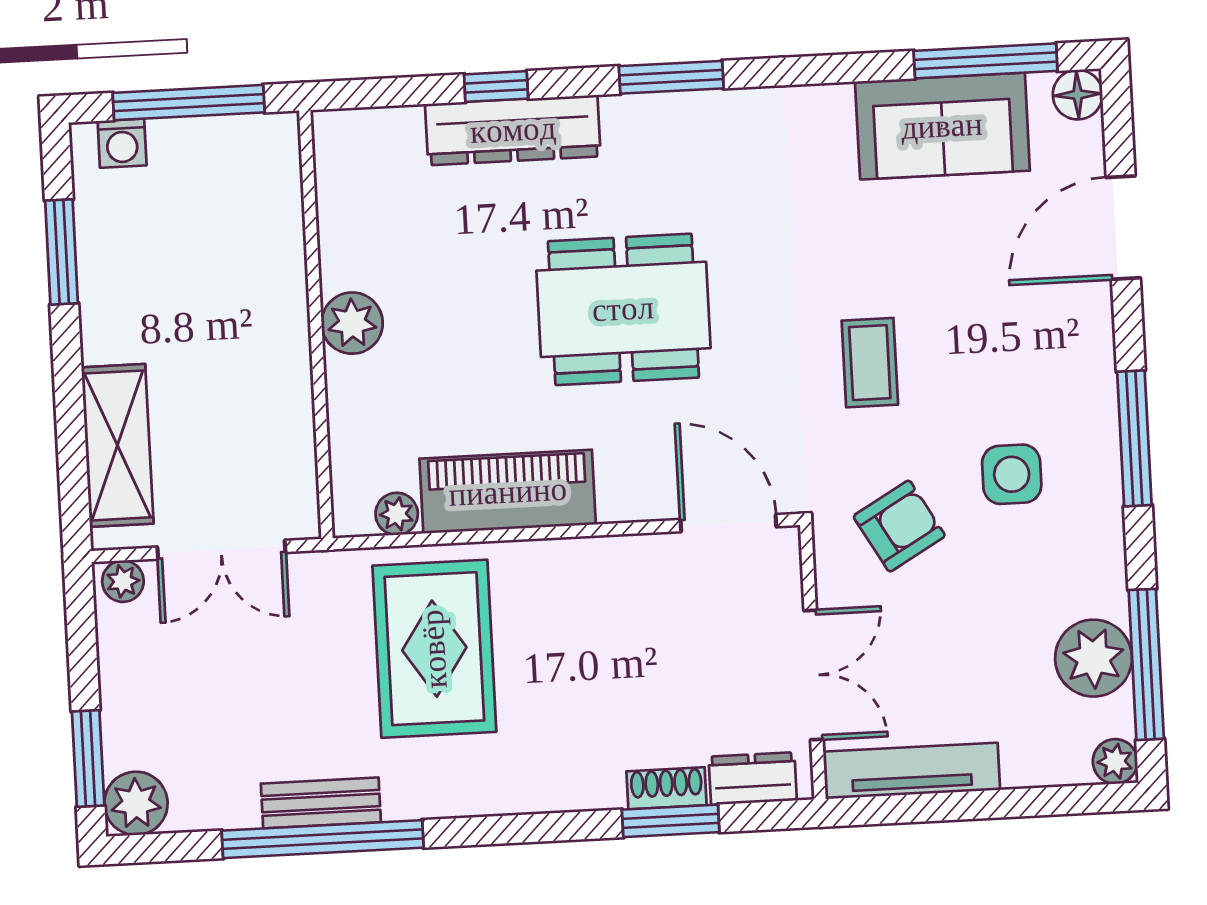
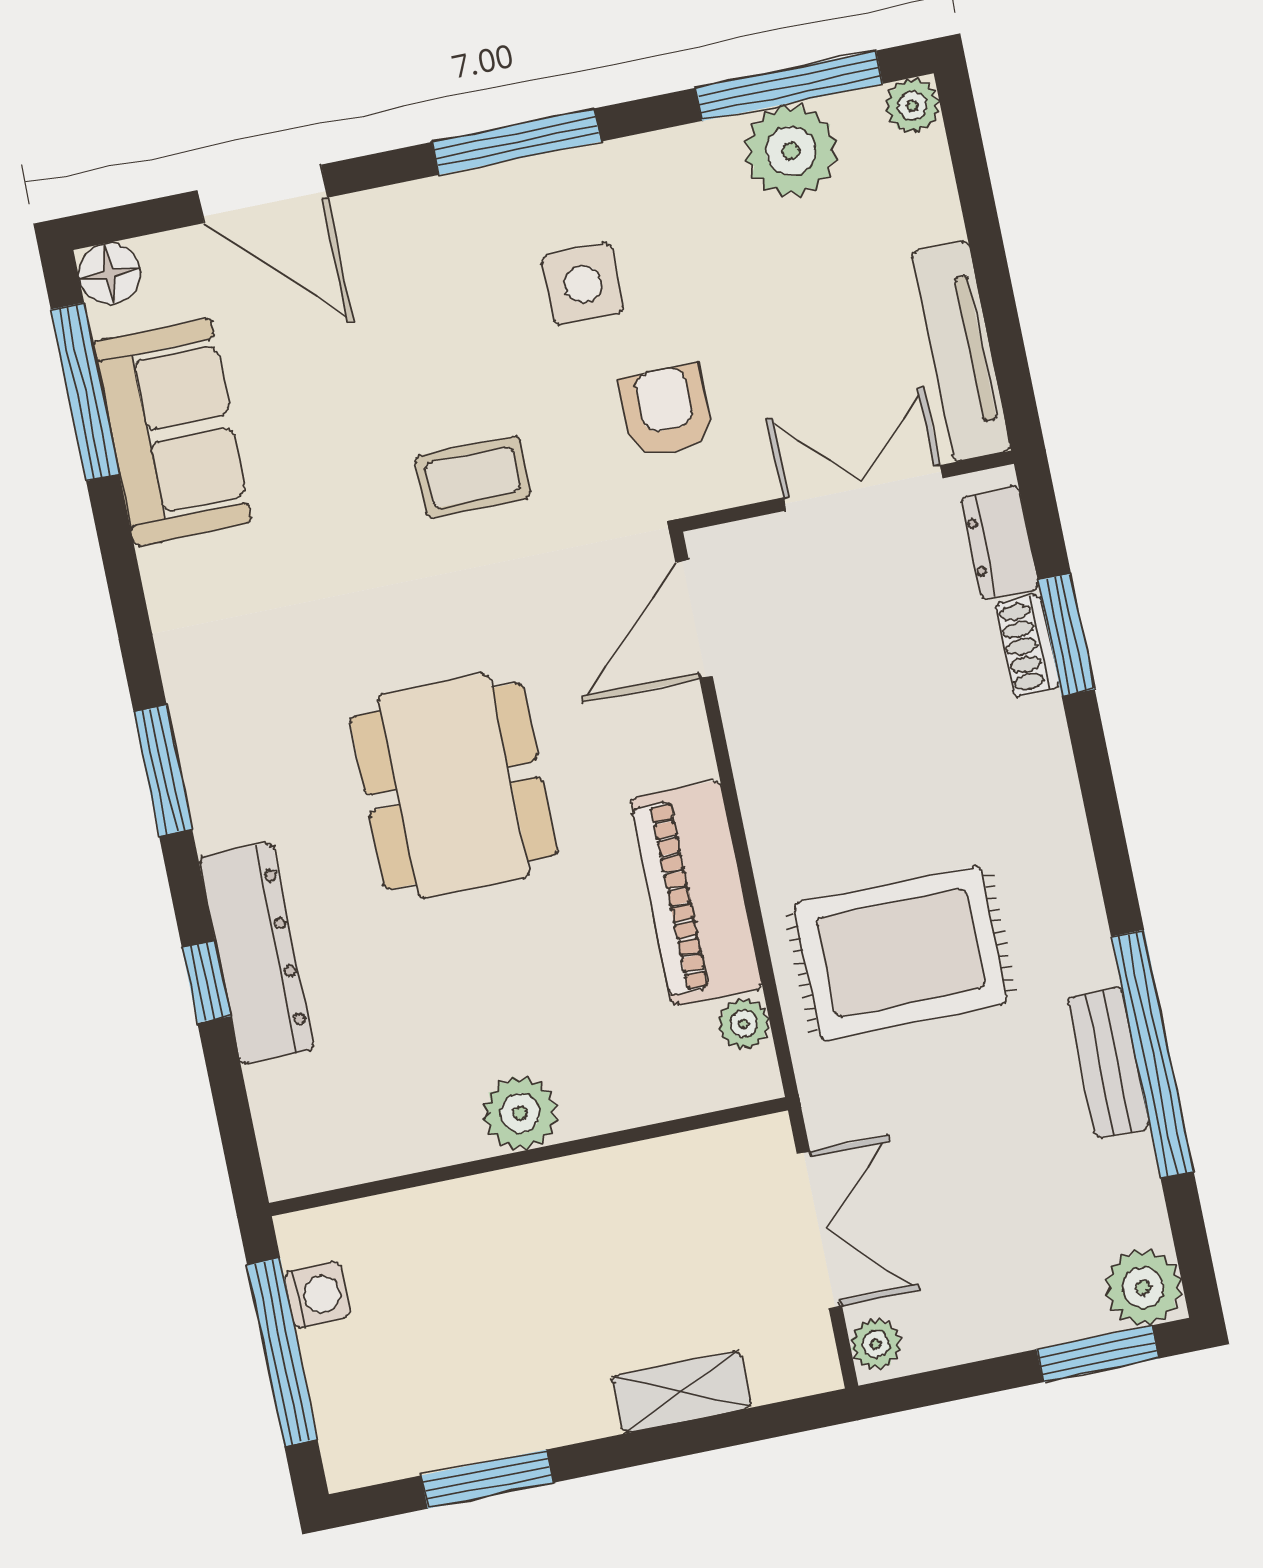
washing machine: (122, 143) -> (317, 1295), moved
shelving: (117, 445) -> (682, 1392), width x0.67, depth x0.75
armchair: (899, 526) -> (666, 411), turned 30

